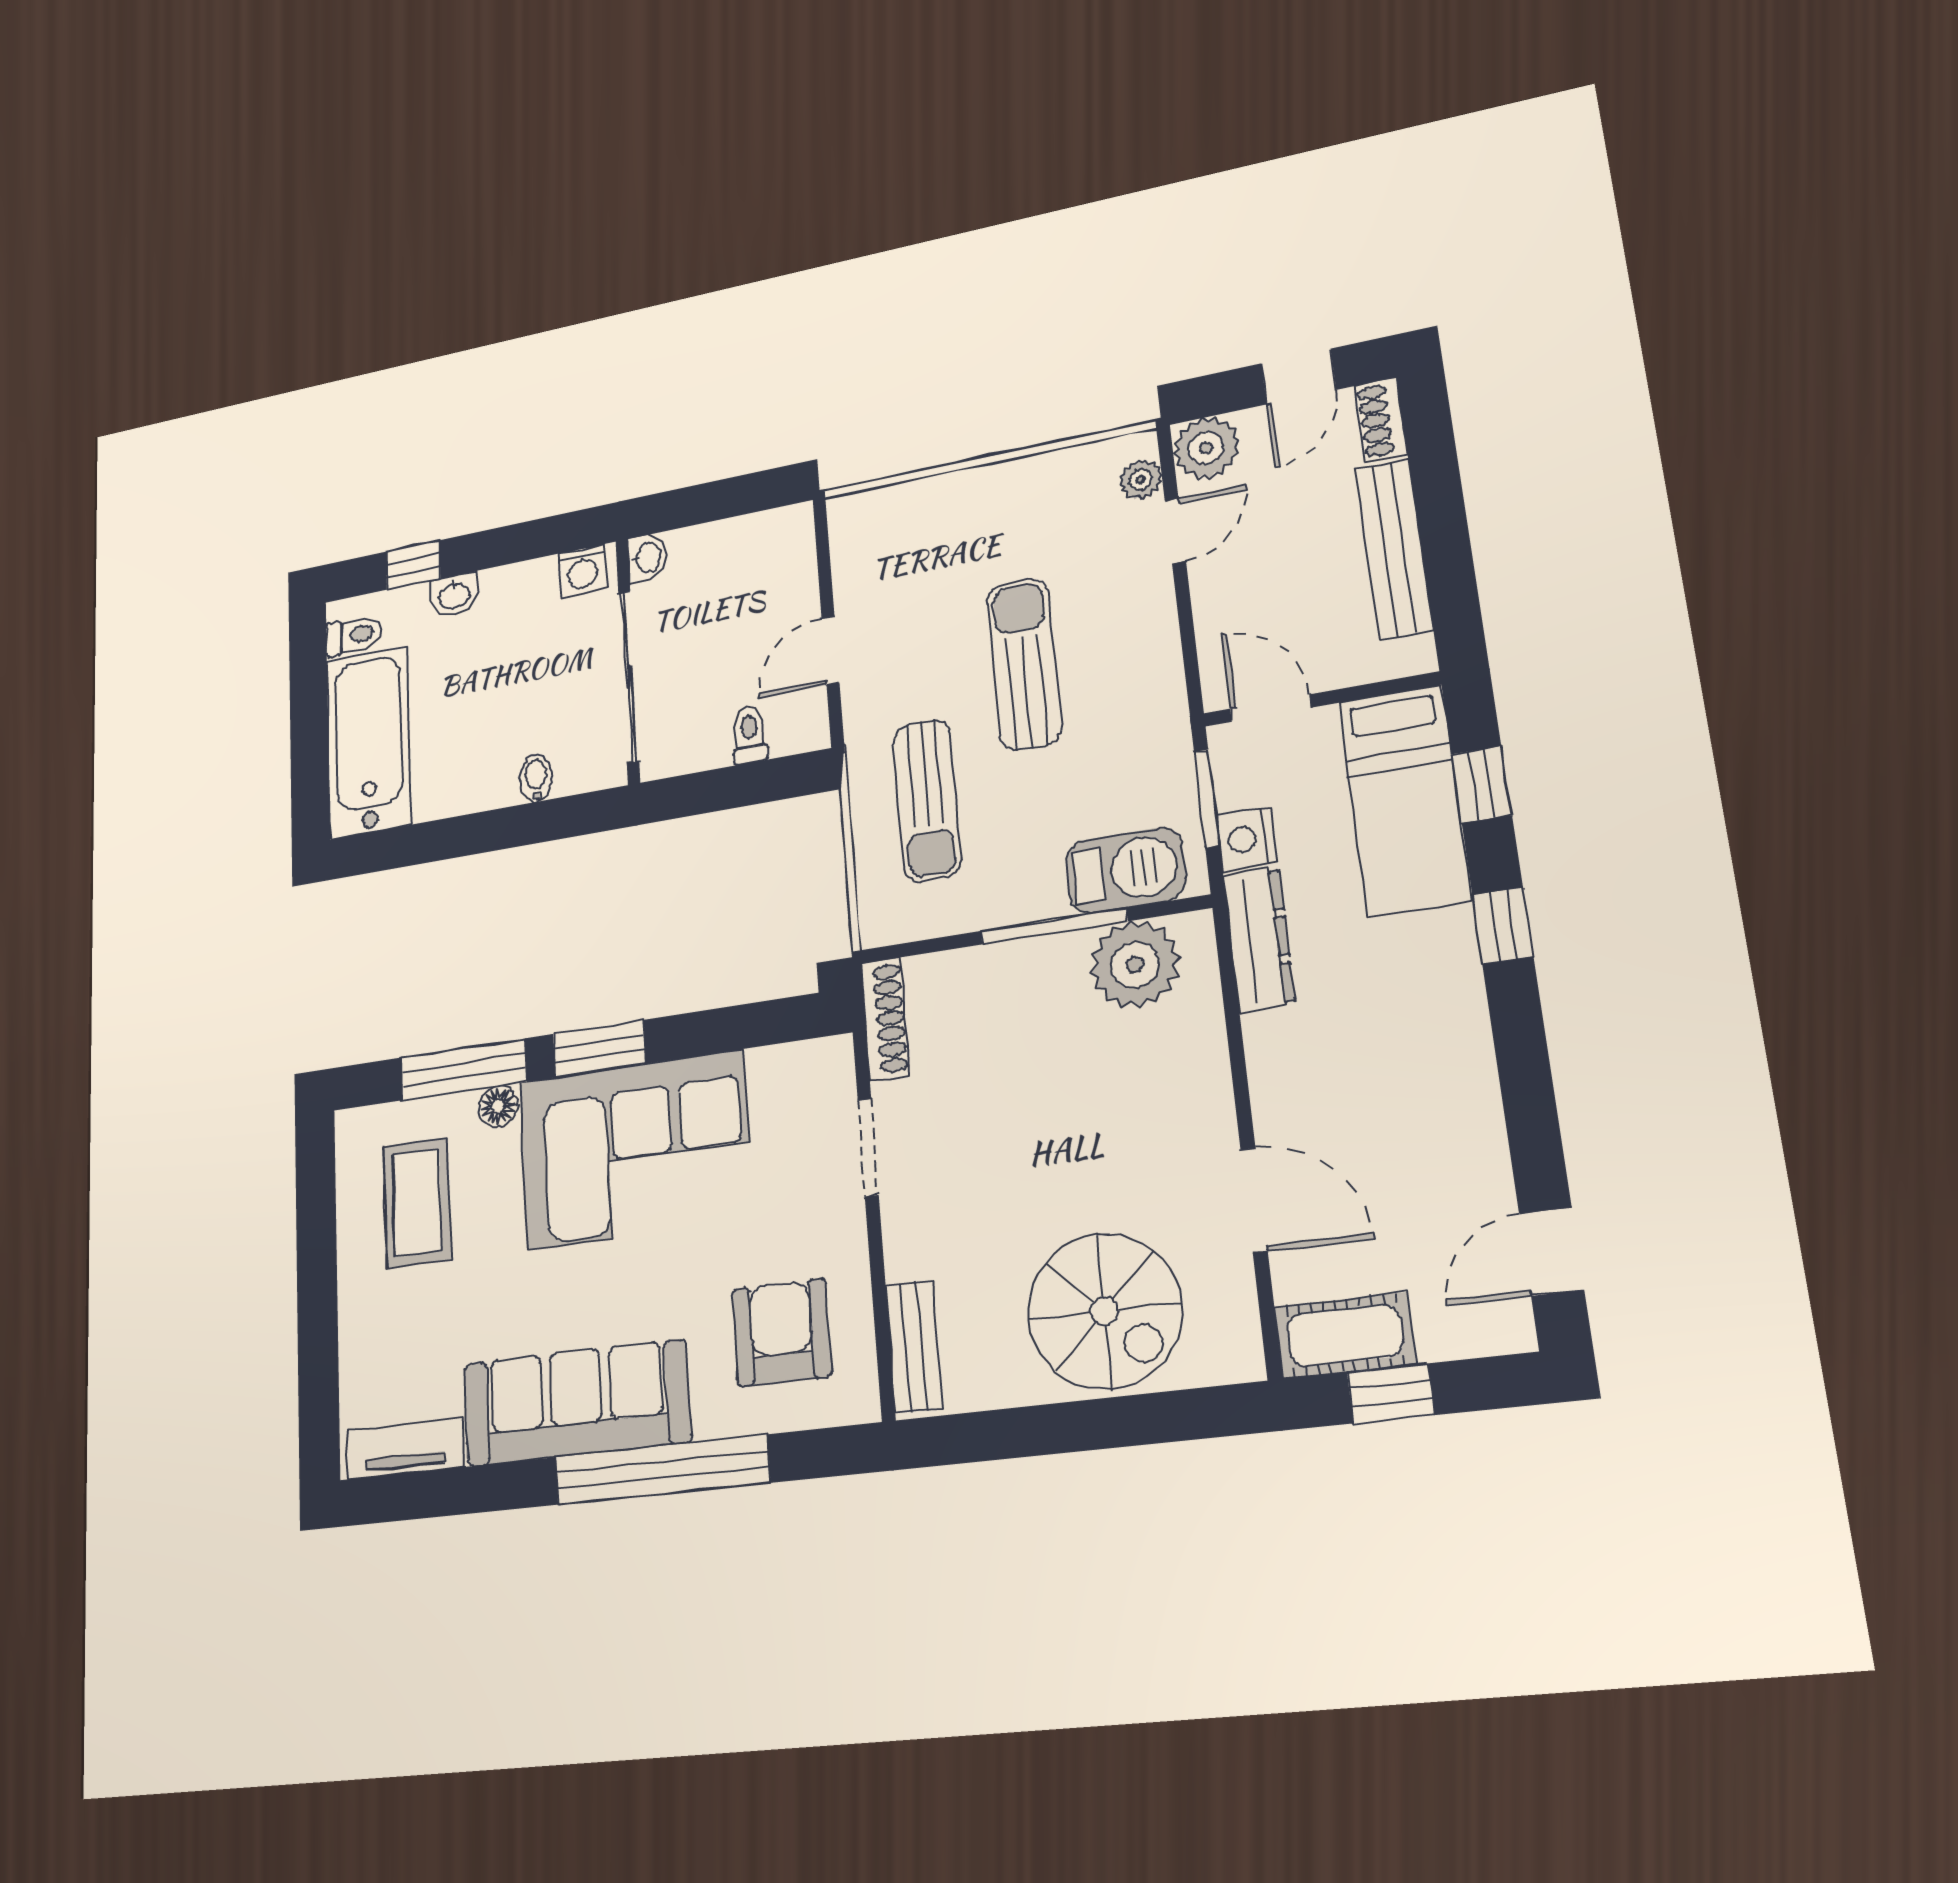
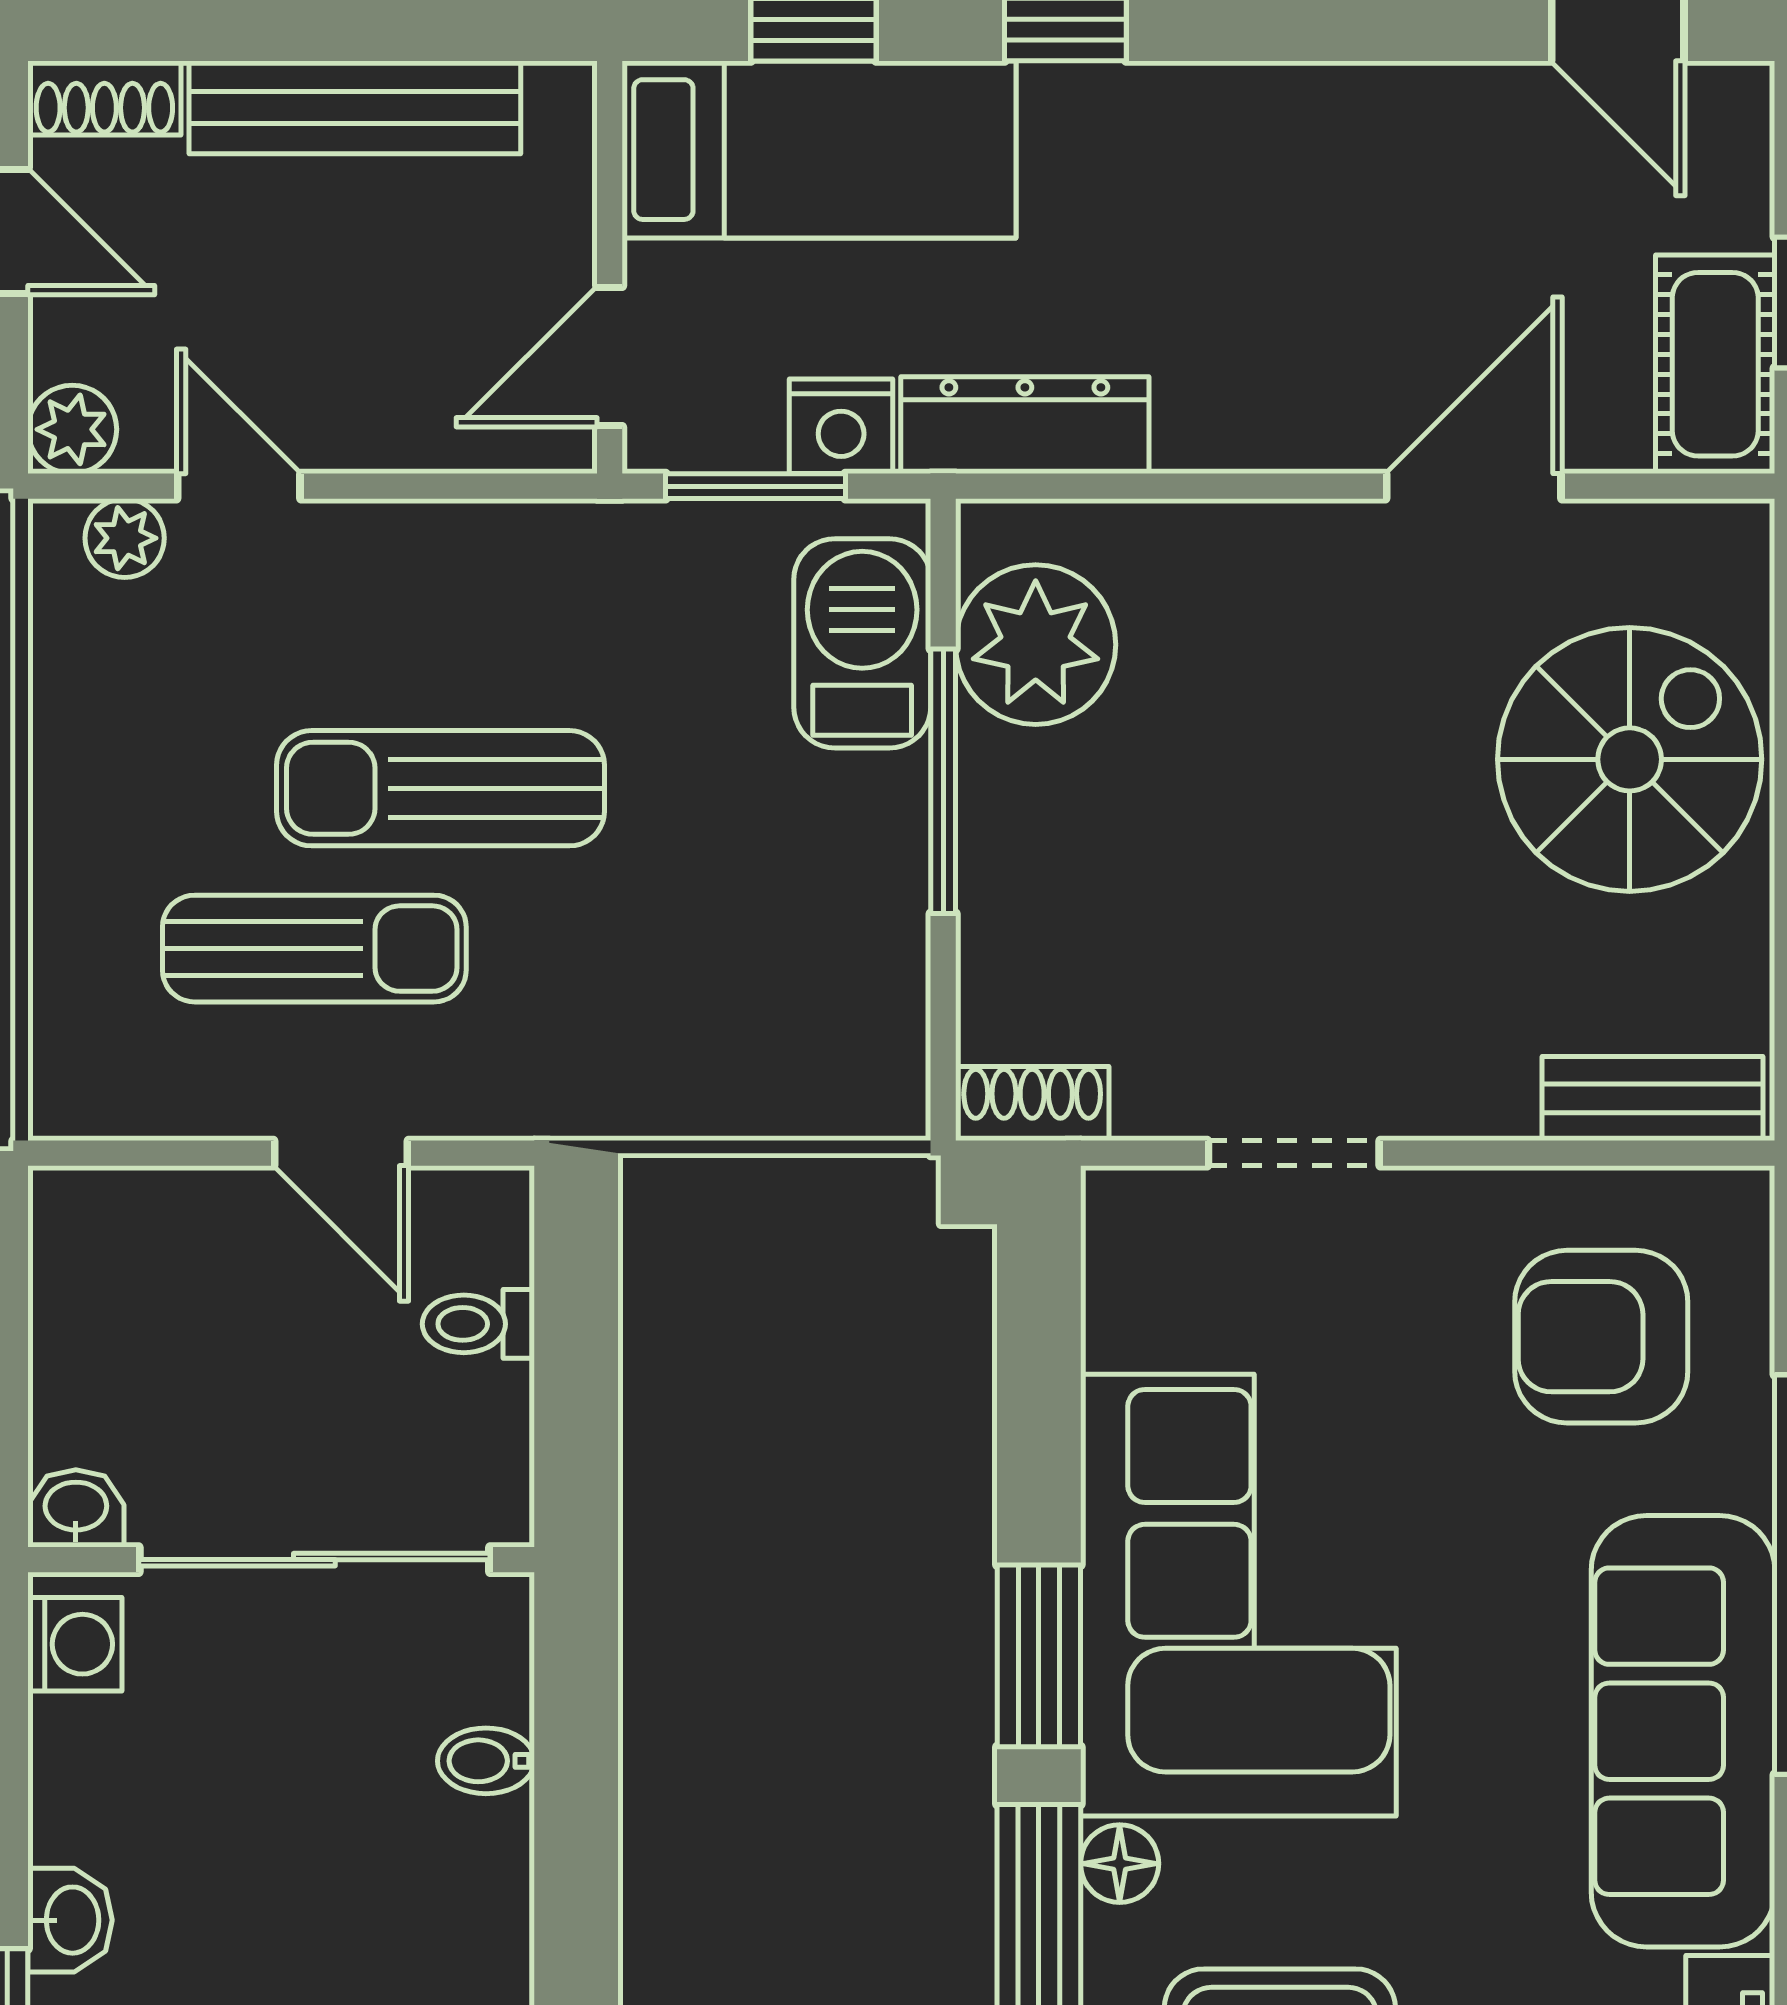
plant: (1206, 448) -> (72, 429), width x0.73, depth x0.73
sun lounger: (927, 800) -> (314, 949), moved
shoe rack: (885, 1019) -> (1032, 1103), width x0.70

